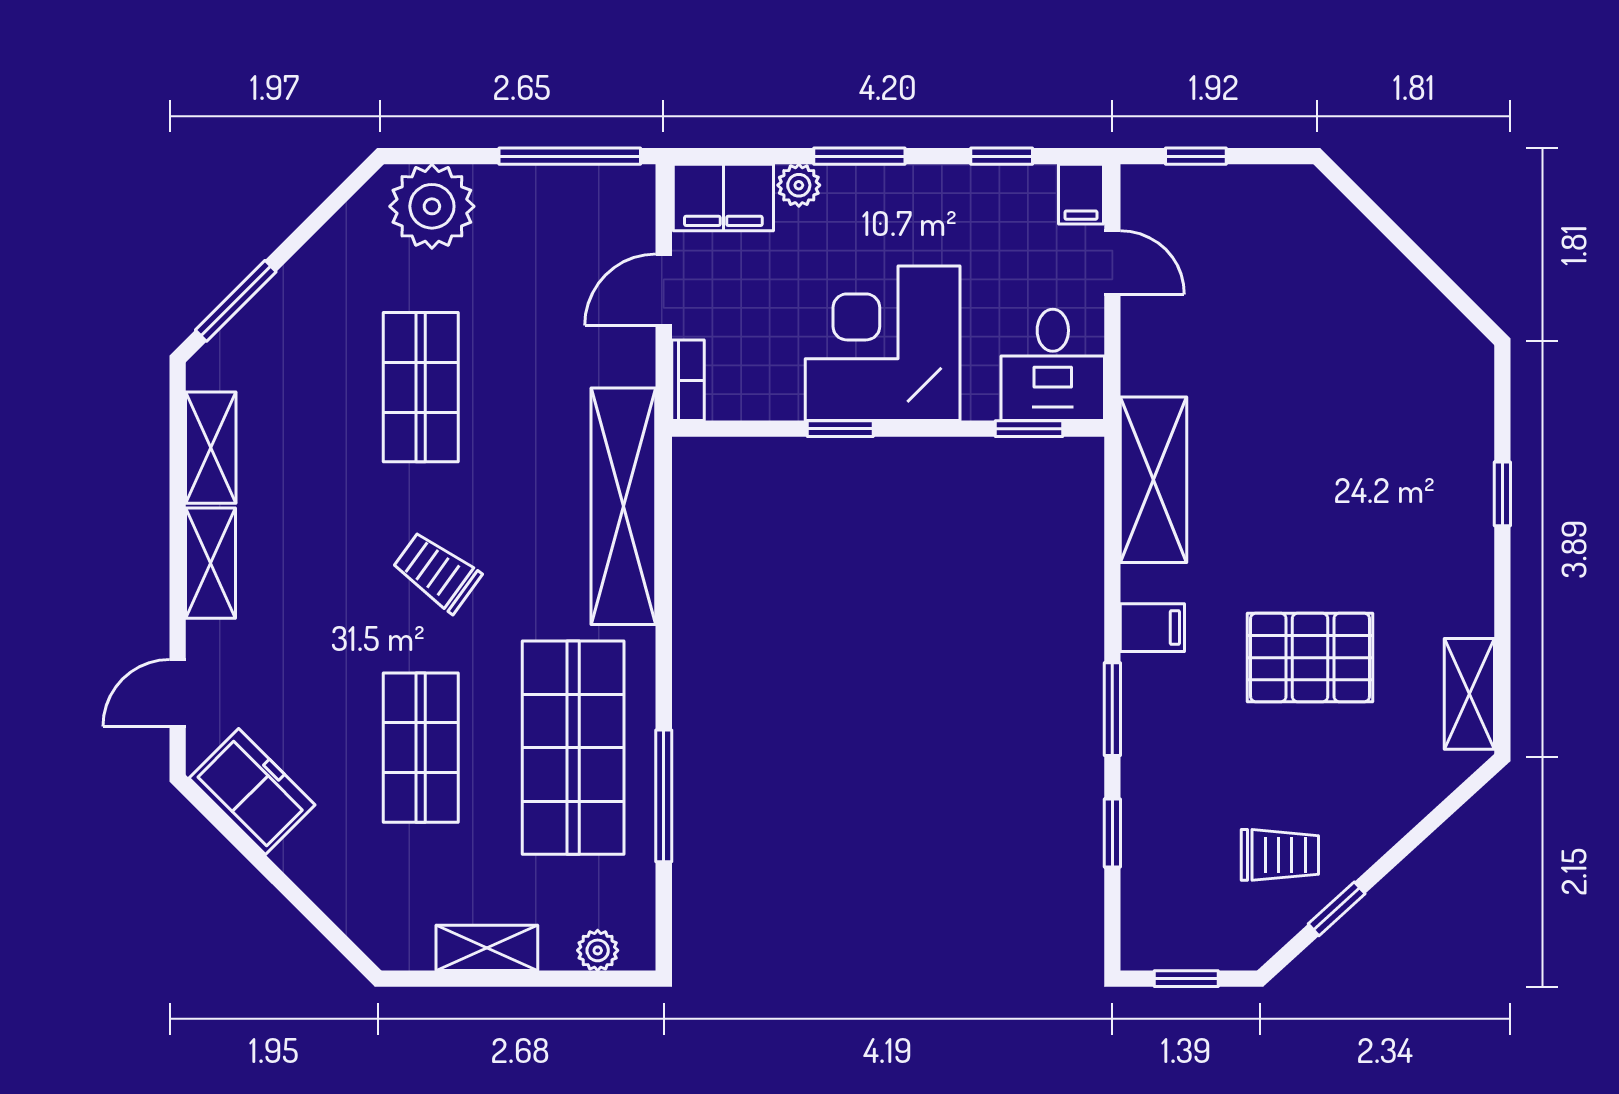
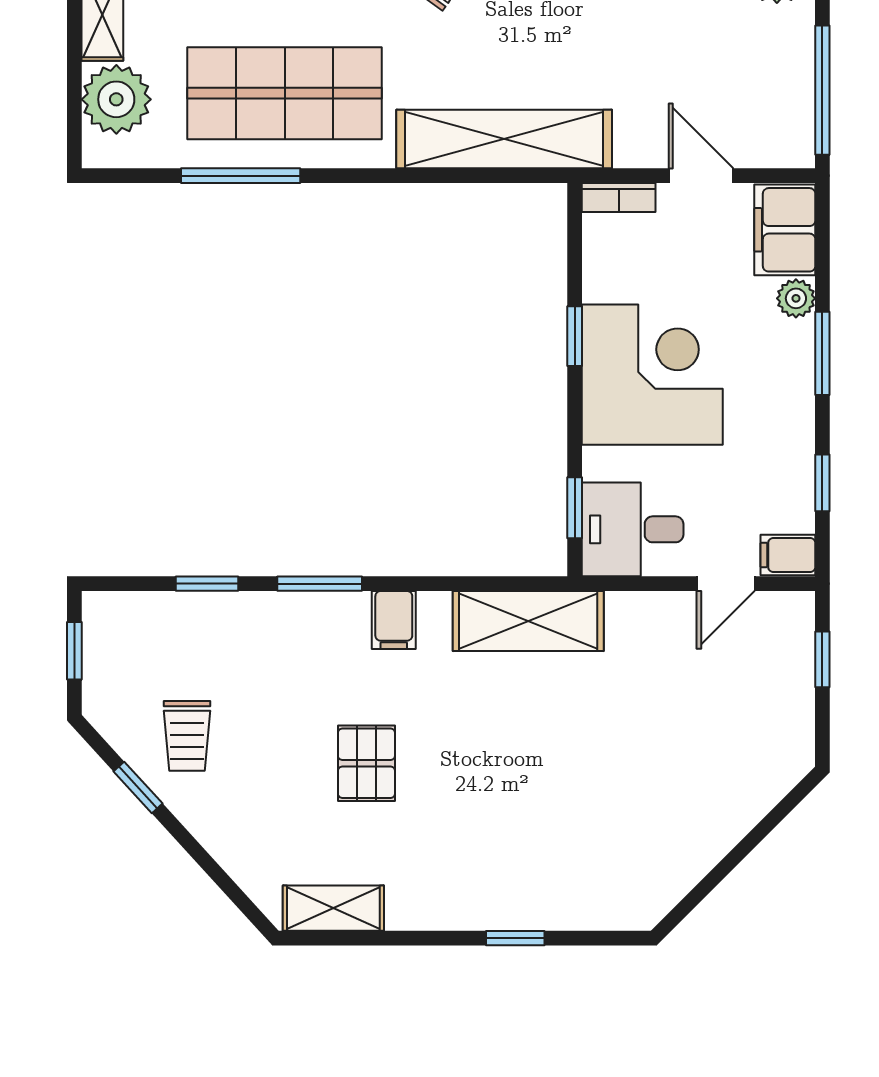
pallet: (1310, 658) -> (366, 763), width x0.67, depth x0.71
plant: (598, 950) -> (116, 99), width x1.87, depth x1.87

